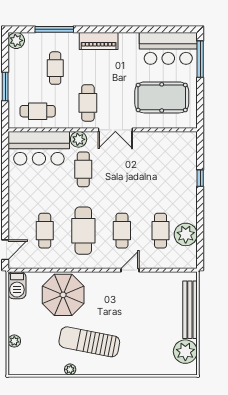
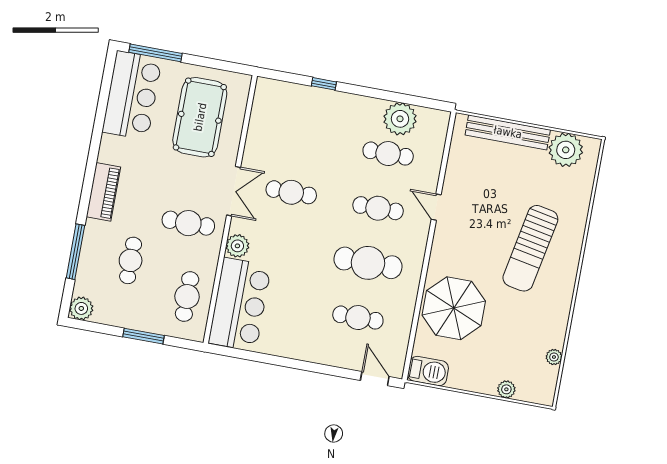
cafe table: (55, 68) -> (131, 260), turned 90
cafe table: (83, 169) -> (291, 192), moved
sun lounger: (89, 342) -> (530, 248), moved
plant: (70, 369) -> (554, 357), moved

